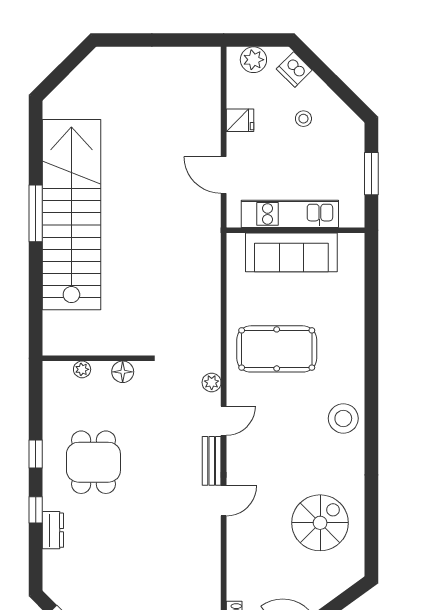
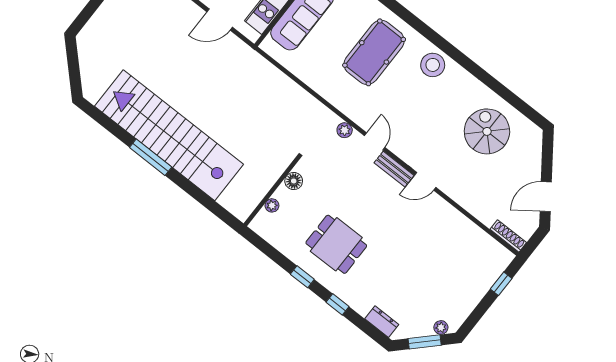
pool table: (277, 349) -> (374, 52), moved
door: (224, 501) -> (425, 181), swing flipped
dresser: (53, 530) -> (382, 322), moved

